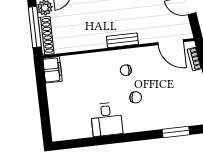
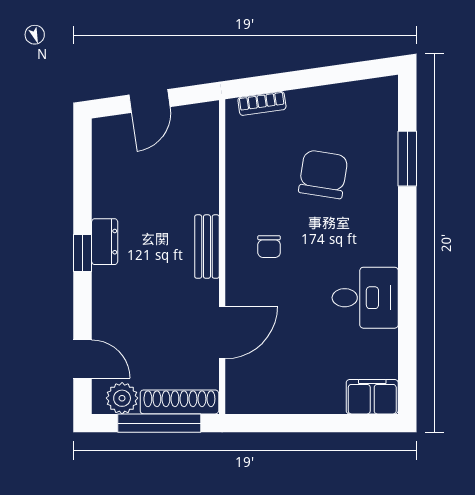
door: (171, 42) -> (222, 332), moved
filing cabinet: (52, 70) -> (372, 397), moved
chair: (136, 97) -> (323, 174), moved, width x1.87, depth x1.87

